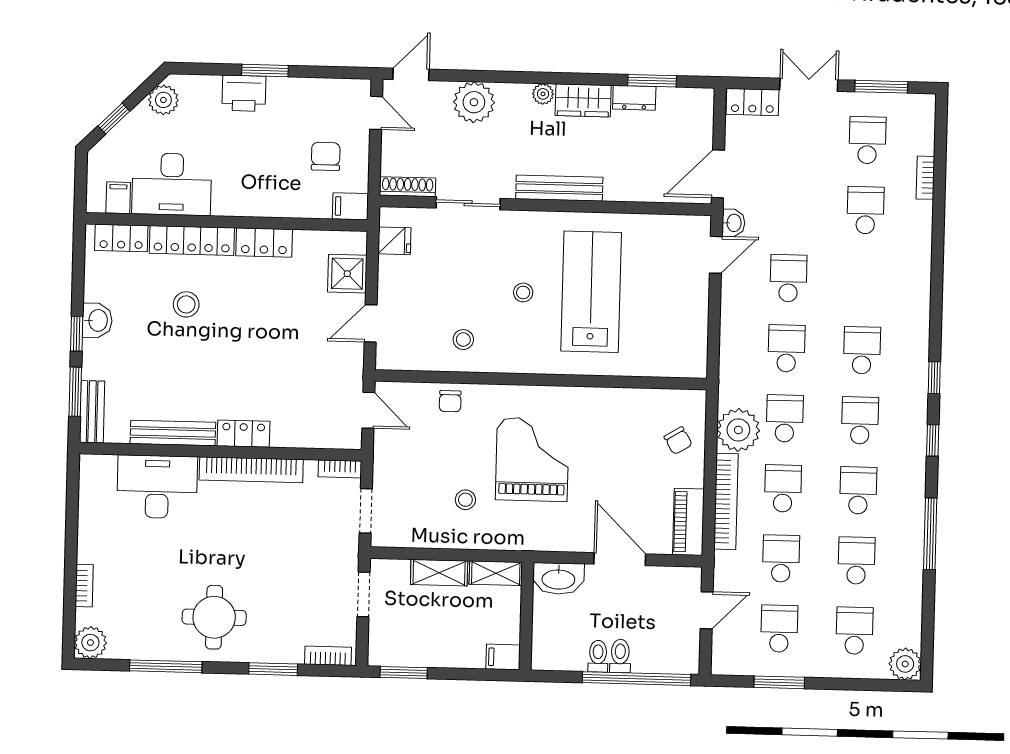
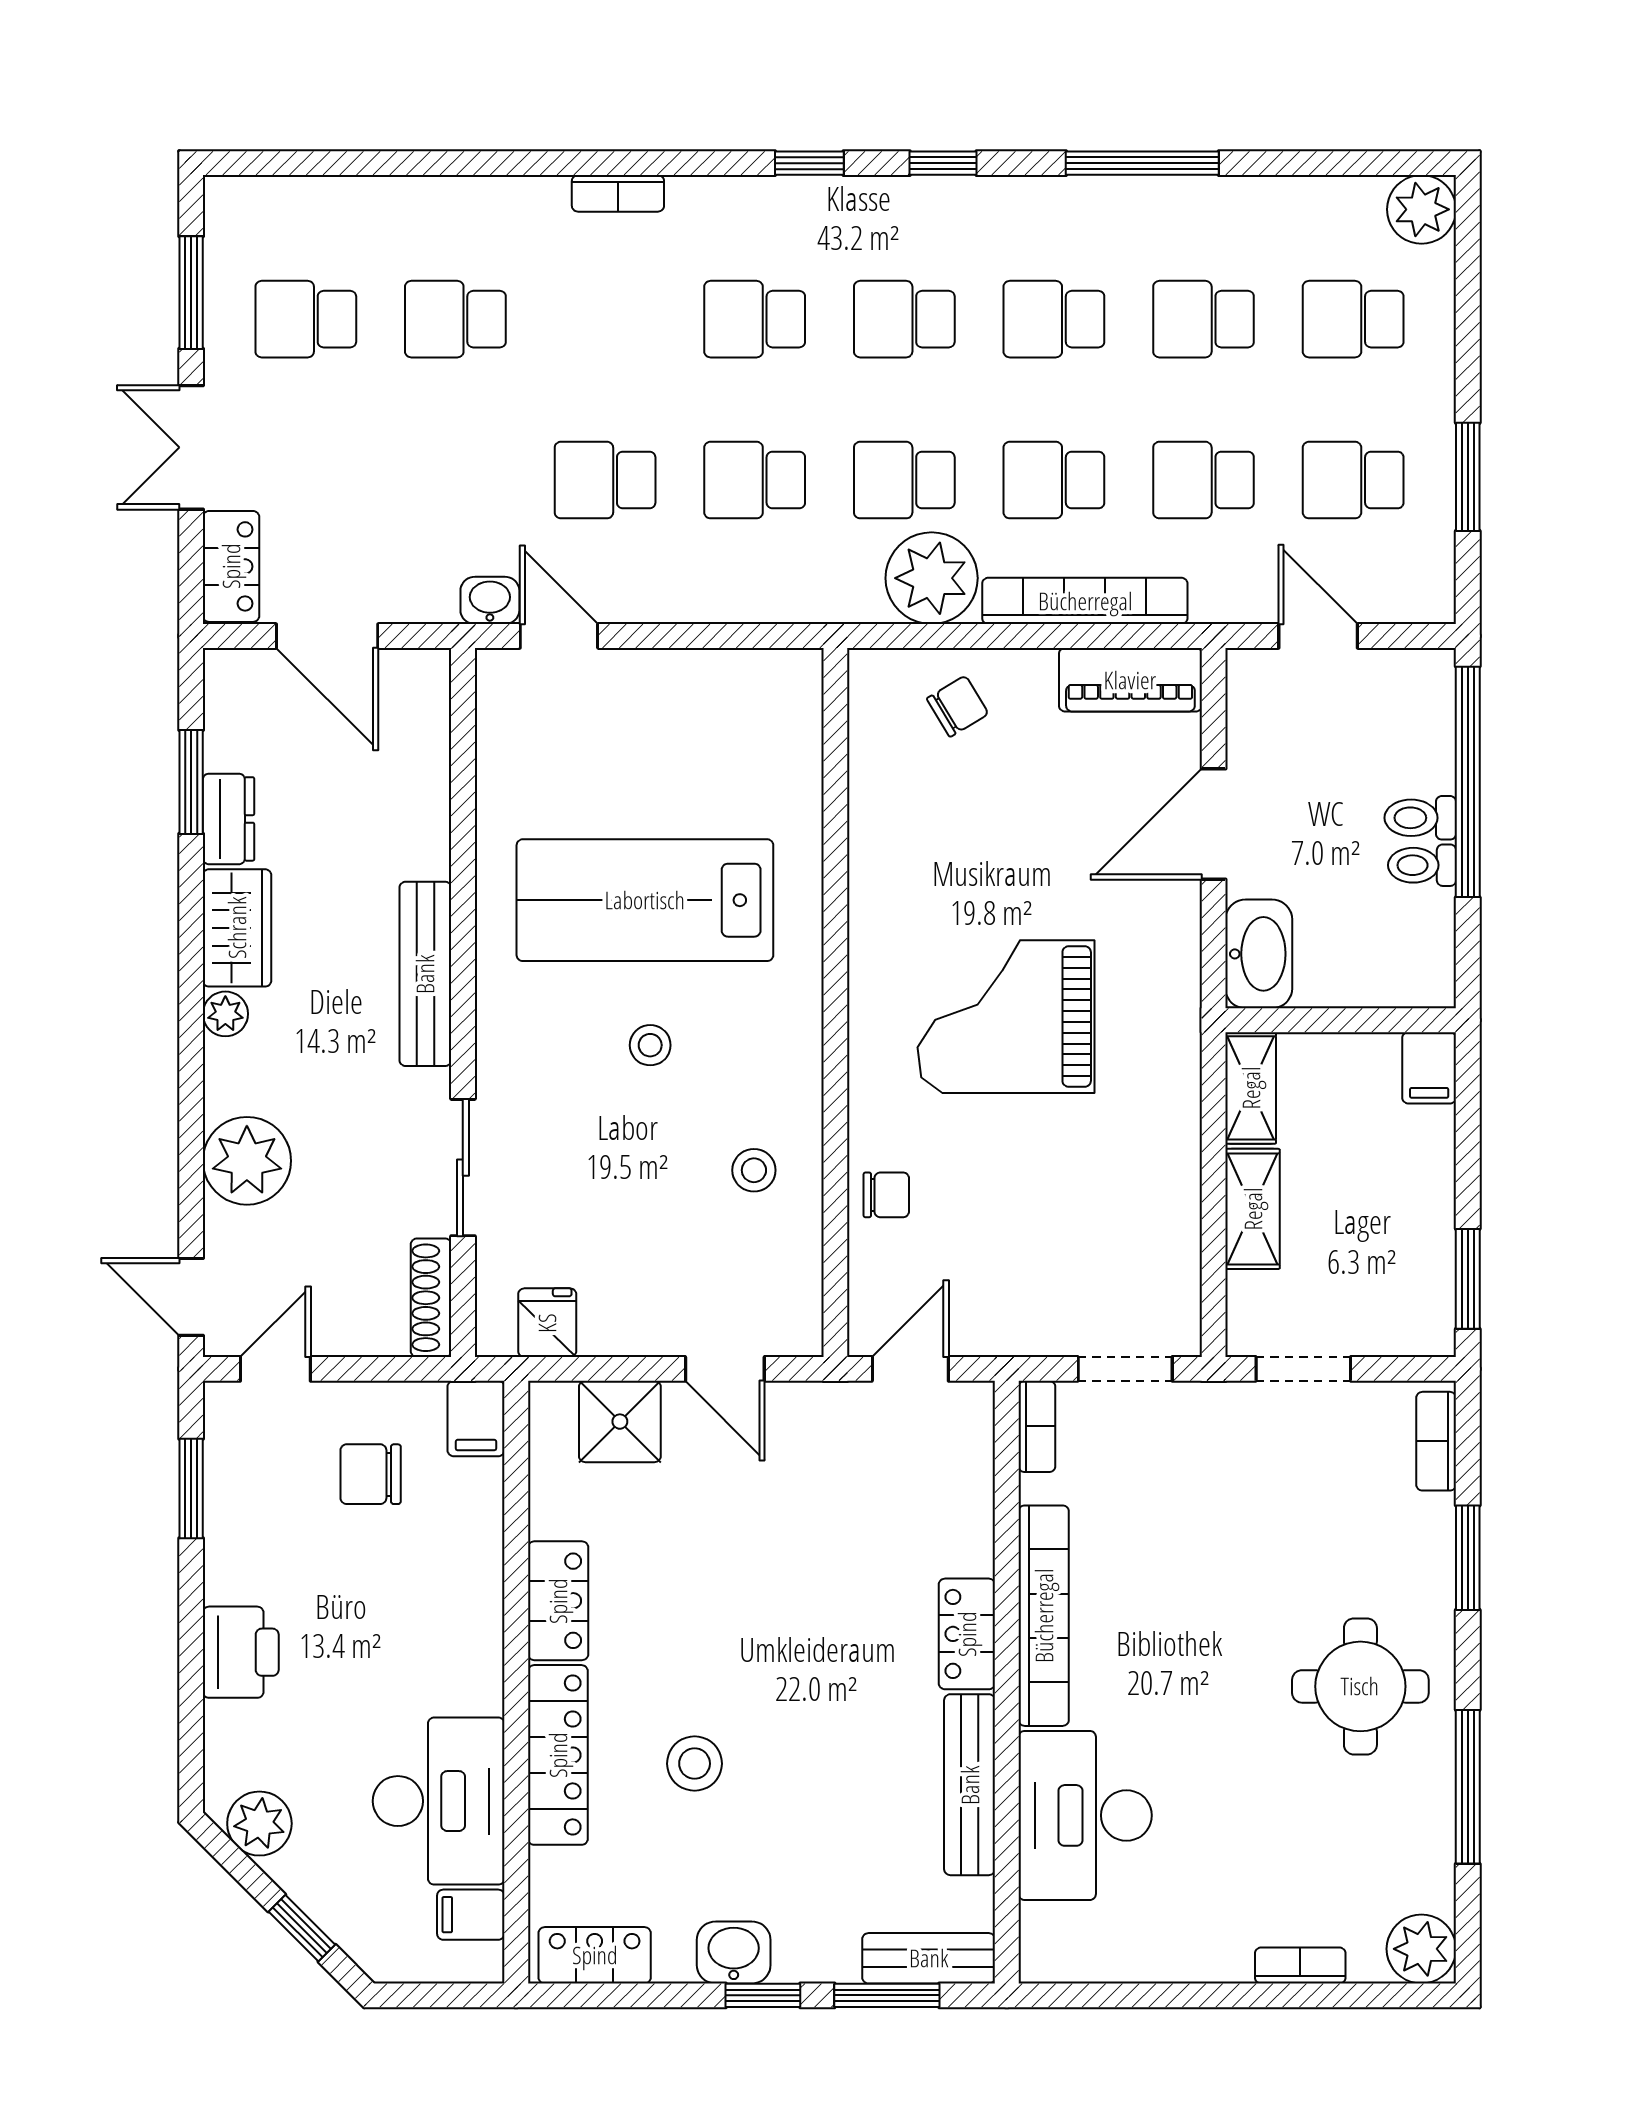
window: (265, 71) -> (191, 1488), moved
door: (718, 174) -> (327, 636), moved
bookcase: (925, 178) -> (618, 193), moved
locker: (121, 238) -> (595, 1955), moved, turned -90
stool: (465, 500) -> (1096, 1157), removed

